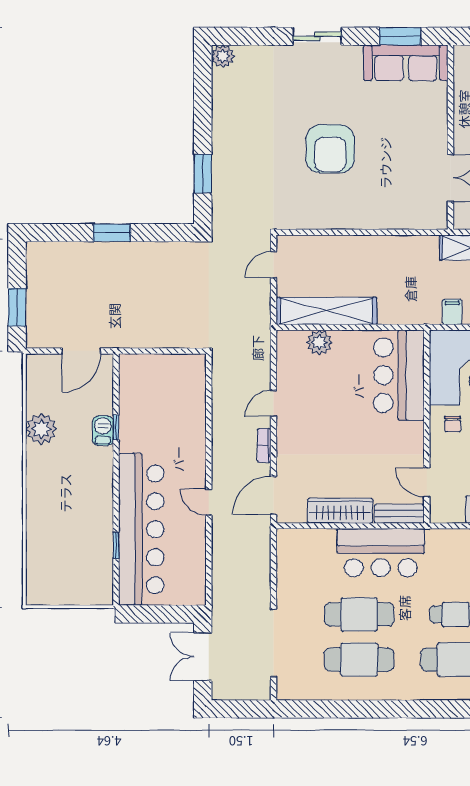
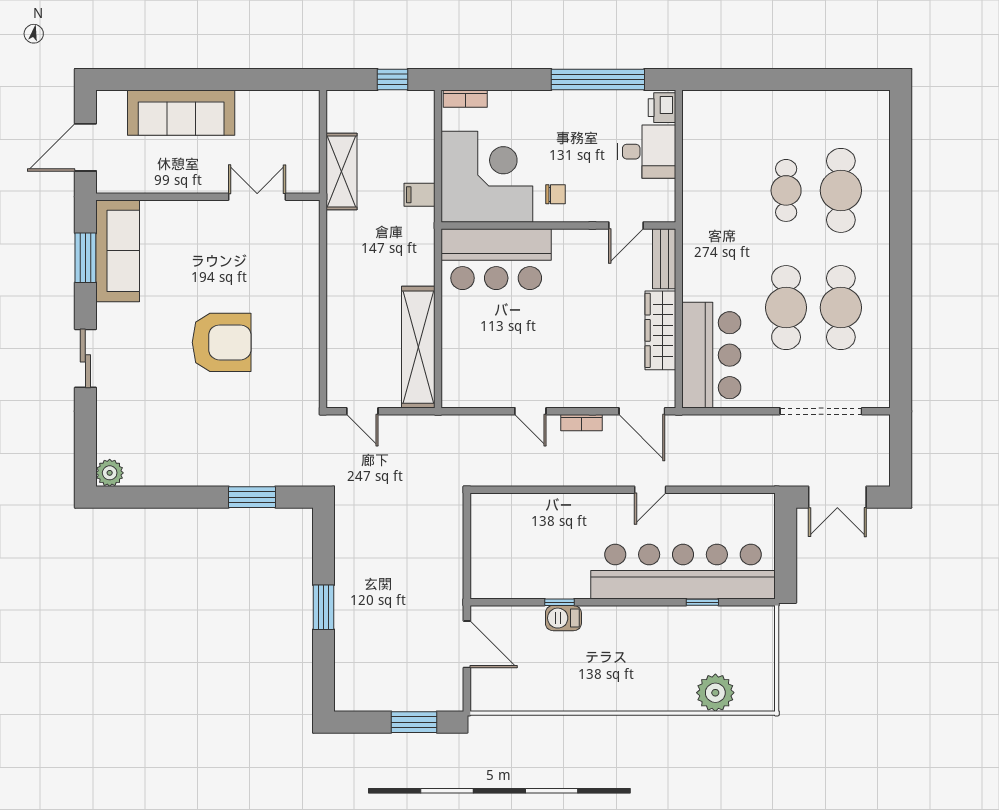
plant: (319, 342) -> (456, 356), removed
plant: (41, 429) -> (715, 693), moved
bar counter: (381, 553) -> (711, 355), moved

